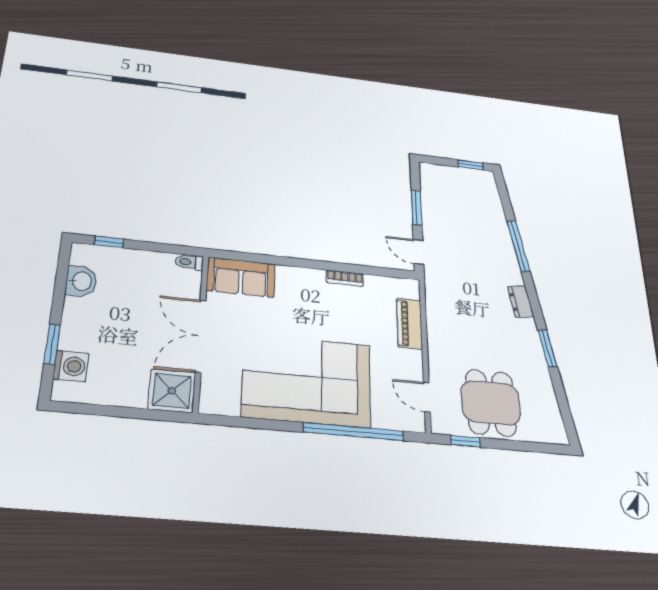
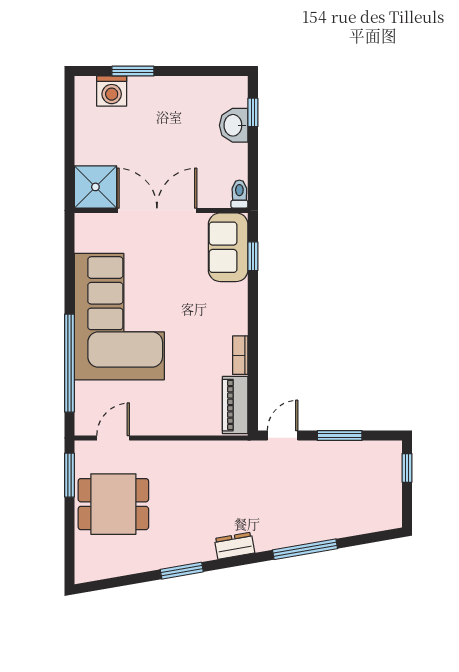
window: (471, 165) -> (407, 468), moved
window: (251, 257) -> (253, 256), added
washbasin: (81, 281) -> (234, 125), moved, turned 90
piano: (409, 324) -> (235, 405), moved, turned -90
window: (465, 441) -> (69, 475), width x1.50

